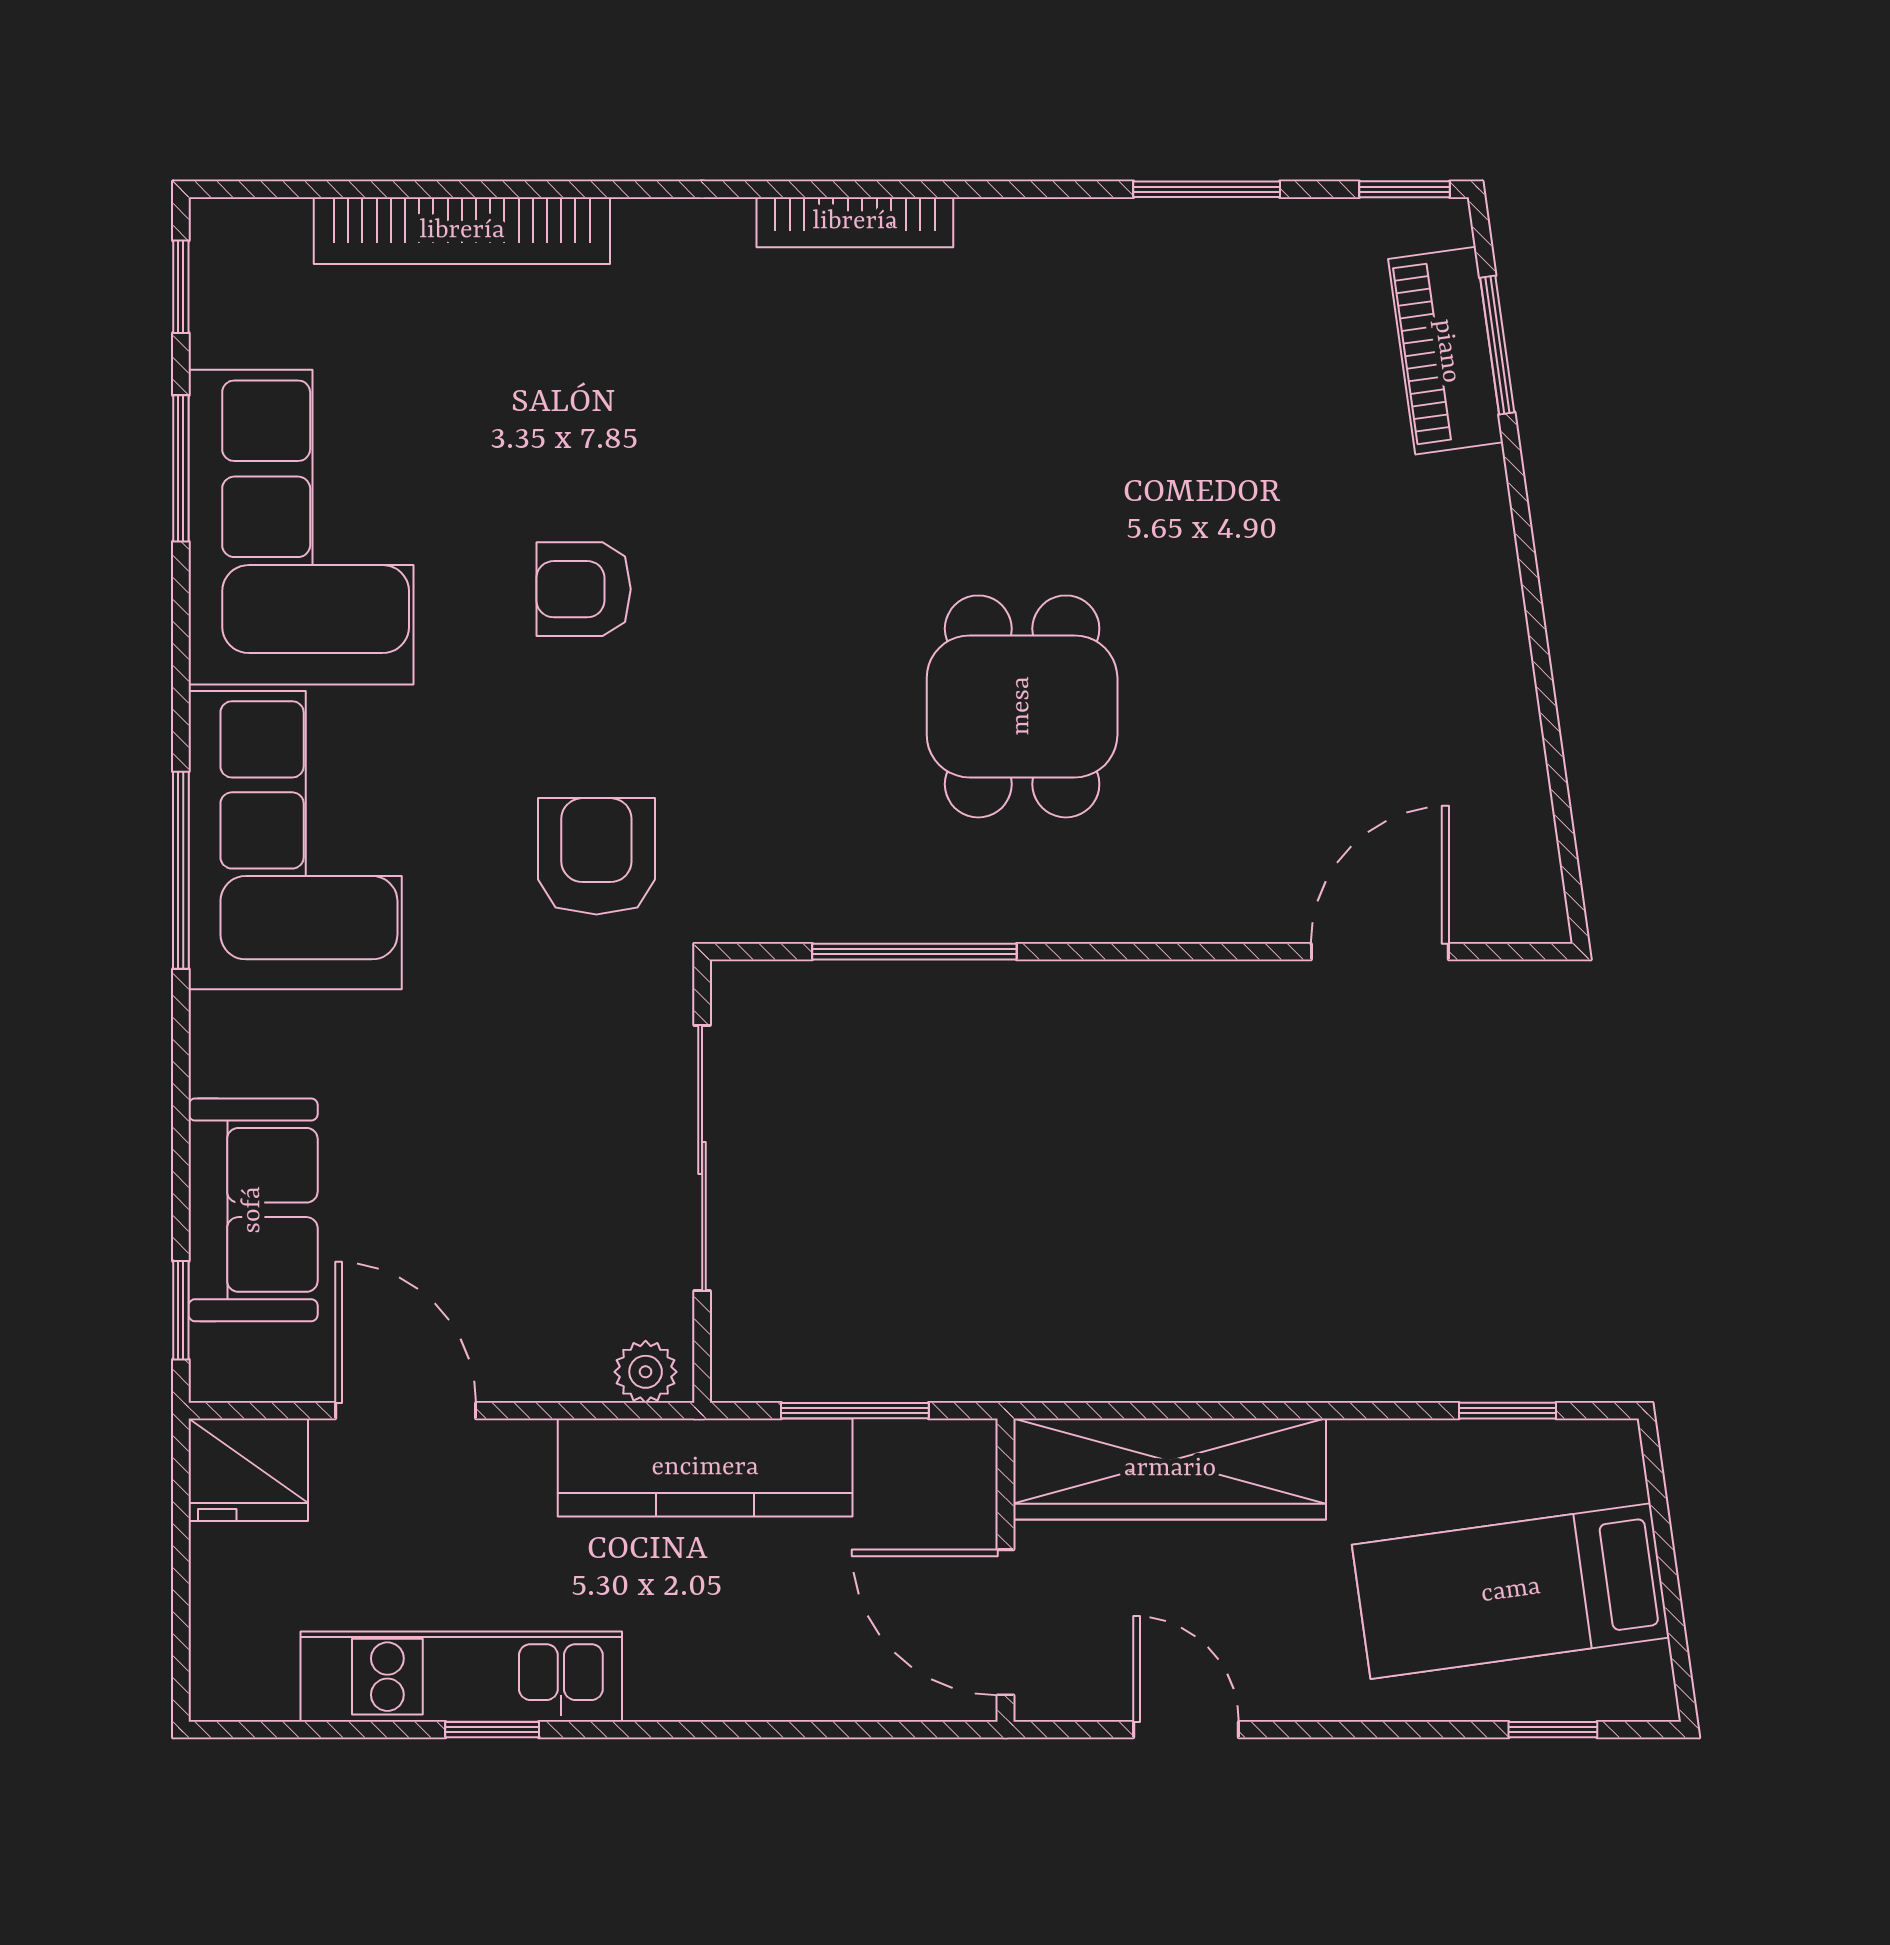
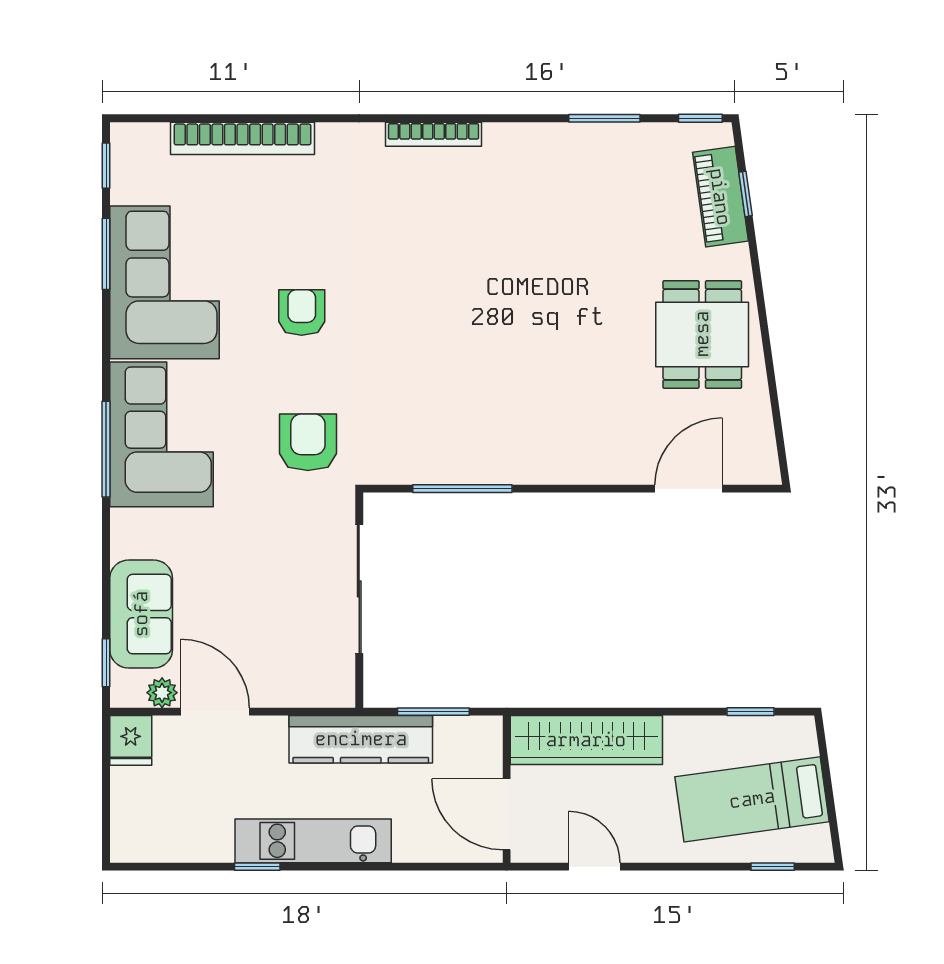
window: (1497, 345) -> (746, 194), width x0.67
armchair: (584, 589) -> (302, 313), turned 90
dining table: (1022, 706) -> (702, 334), moved
plant: (646, 1372) -> (162, 693), moved
fridge: (248, 1470) -> (131, 740), width x0.72
kitchen unit: (461, 1677) -> (313, 841), moved

